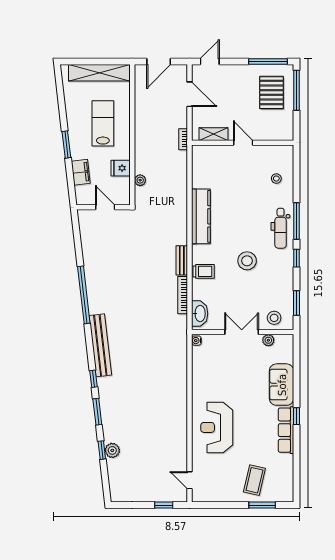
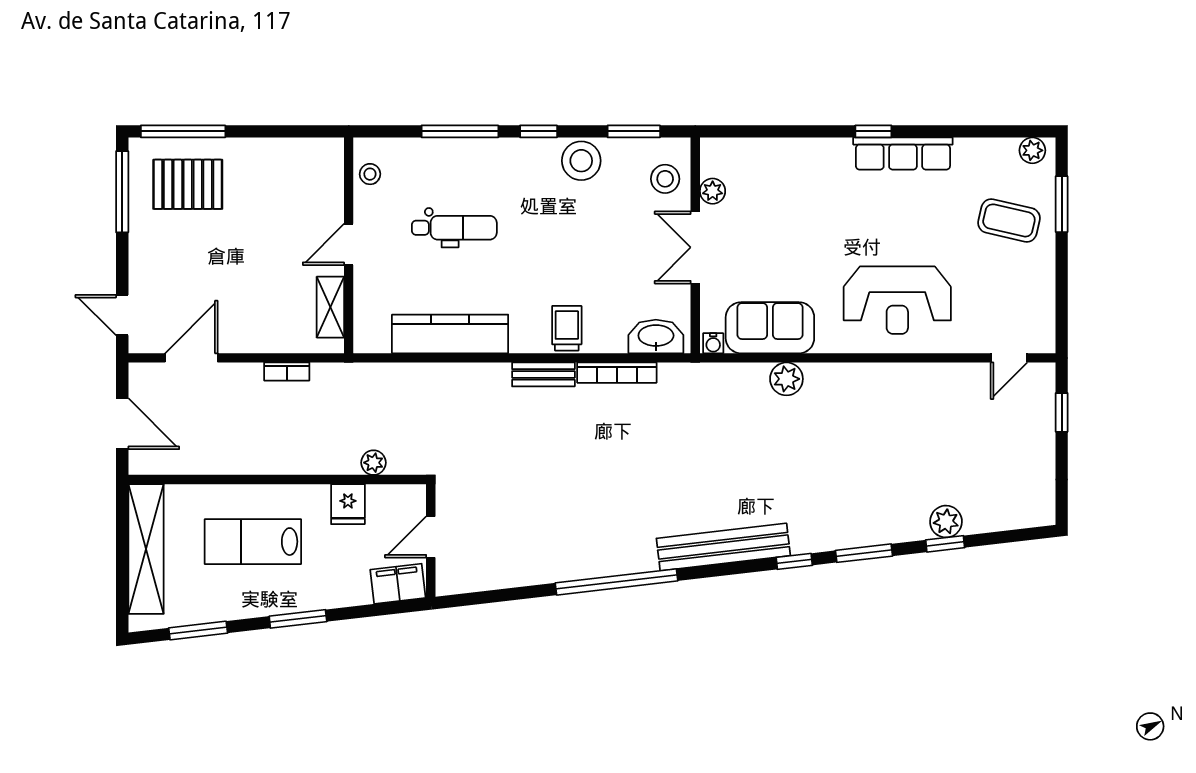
window: (61, 97) -> (198, 631), added
shelving: (214, 134) -> (330, 307), moved
door: (243, 143) -> (349, 244), moved
wall: (243, 143) -> (349, 245), moved
filing cabinet: (81, 172) -> (398, 584), moved
dental chair: (281, 228) -> (454, 228), moved
stool: (247, 261) -> (581, 161), moved
plant: (180, 375) -> (786, 379), added
sofa: (282, 385) -> (770, 328), moved, turned 180
plant: (288, 491) -> (1032, 150), added

